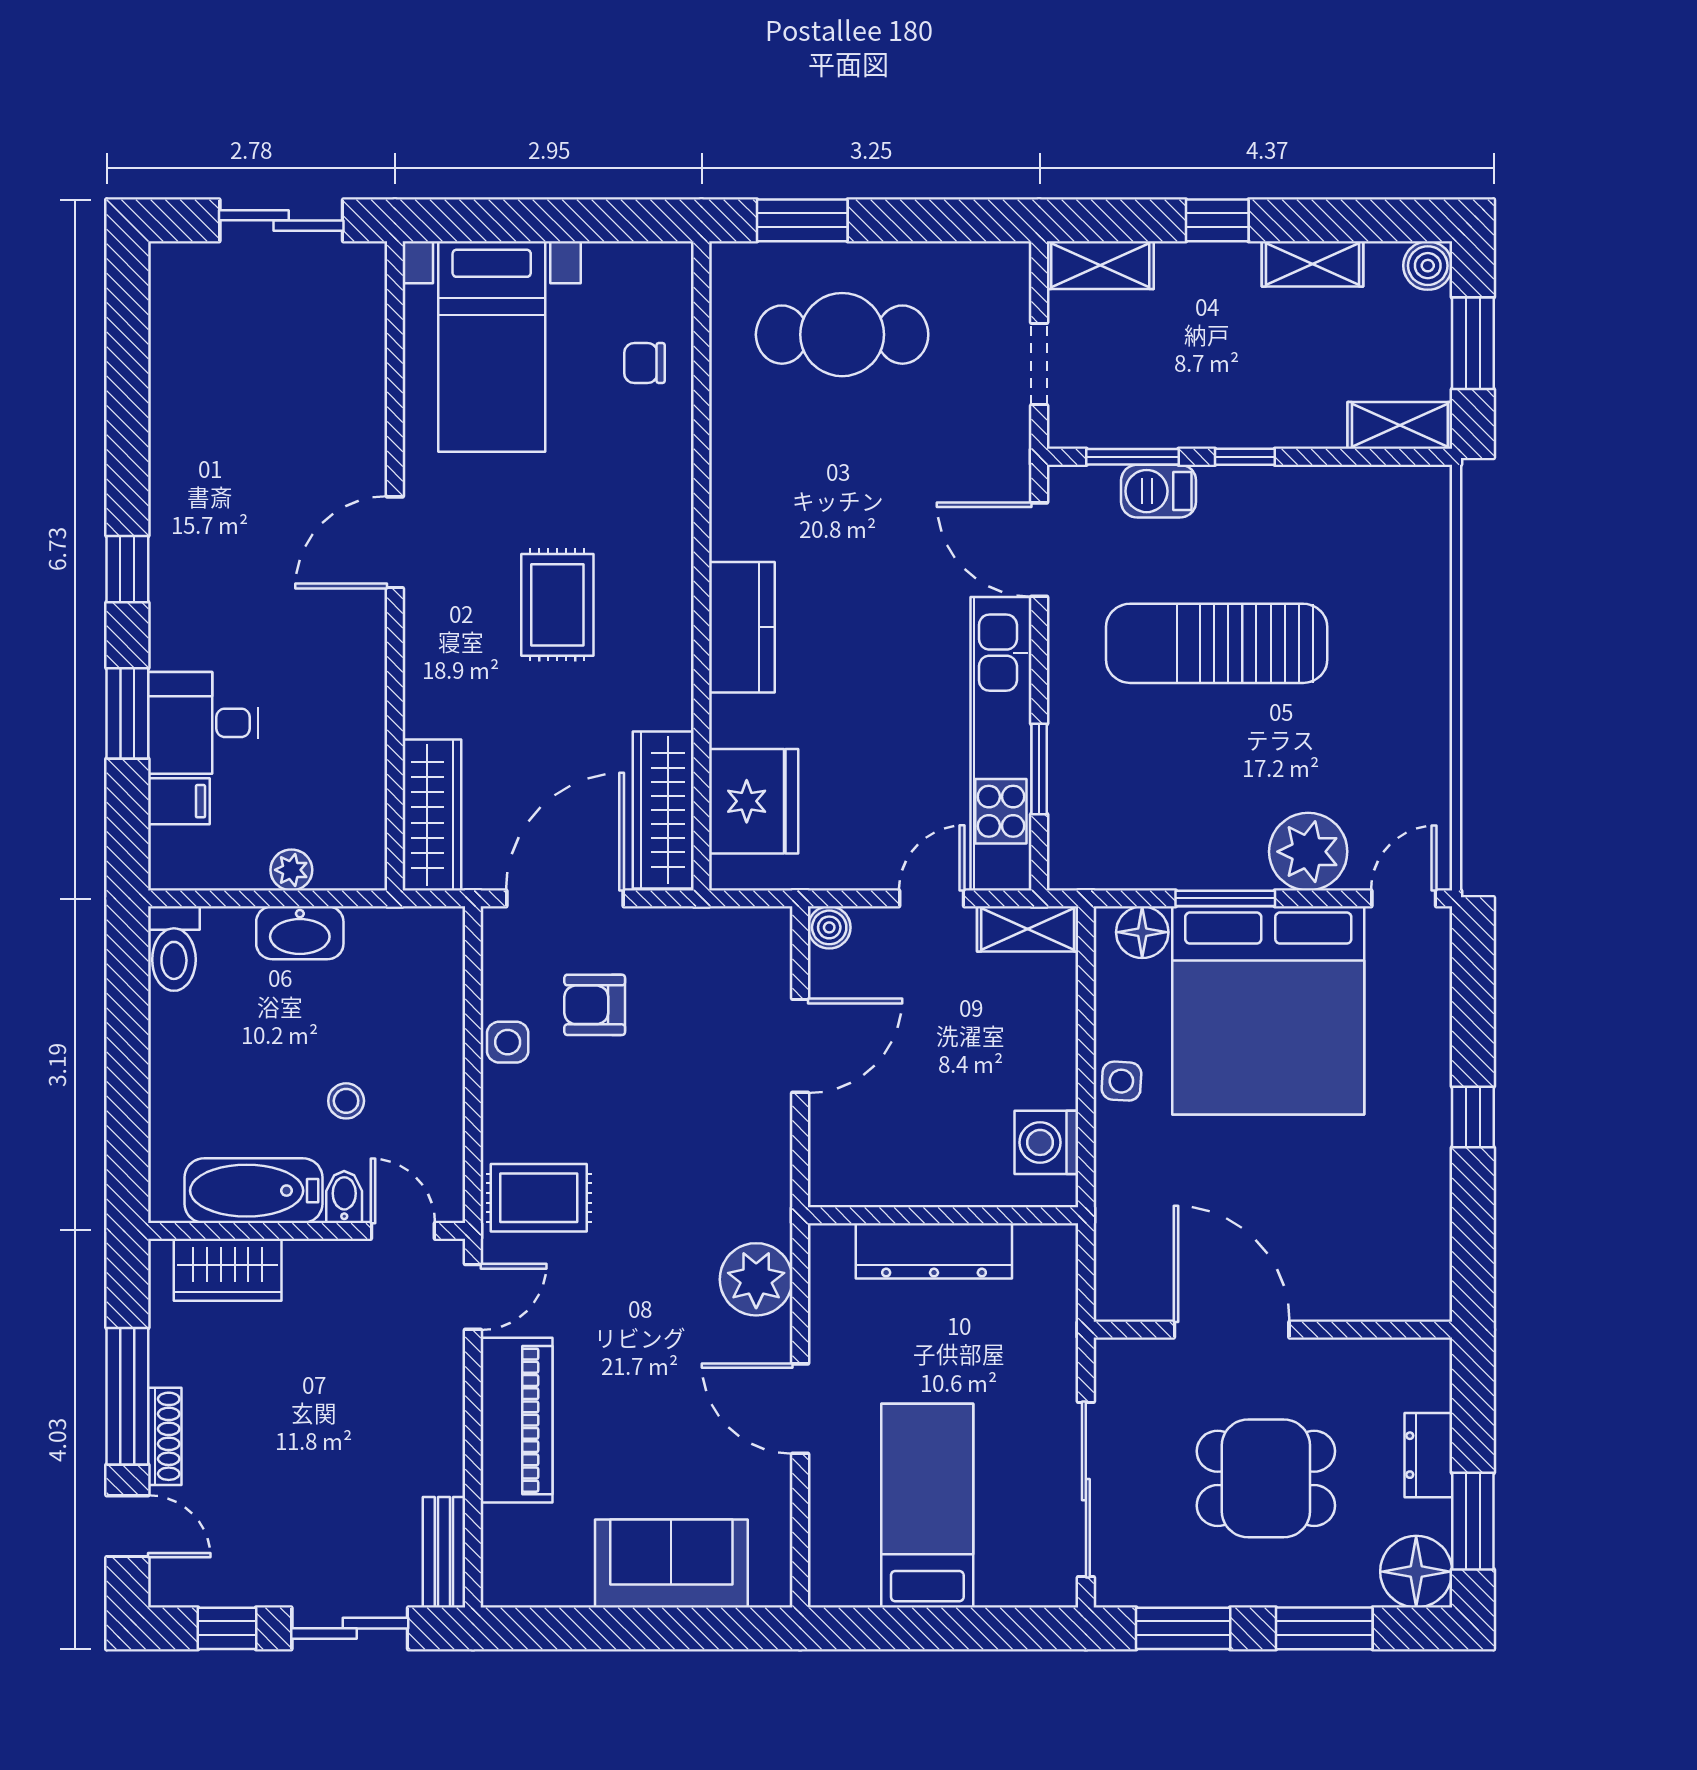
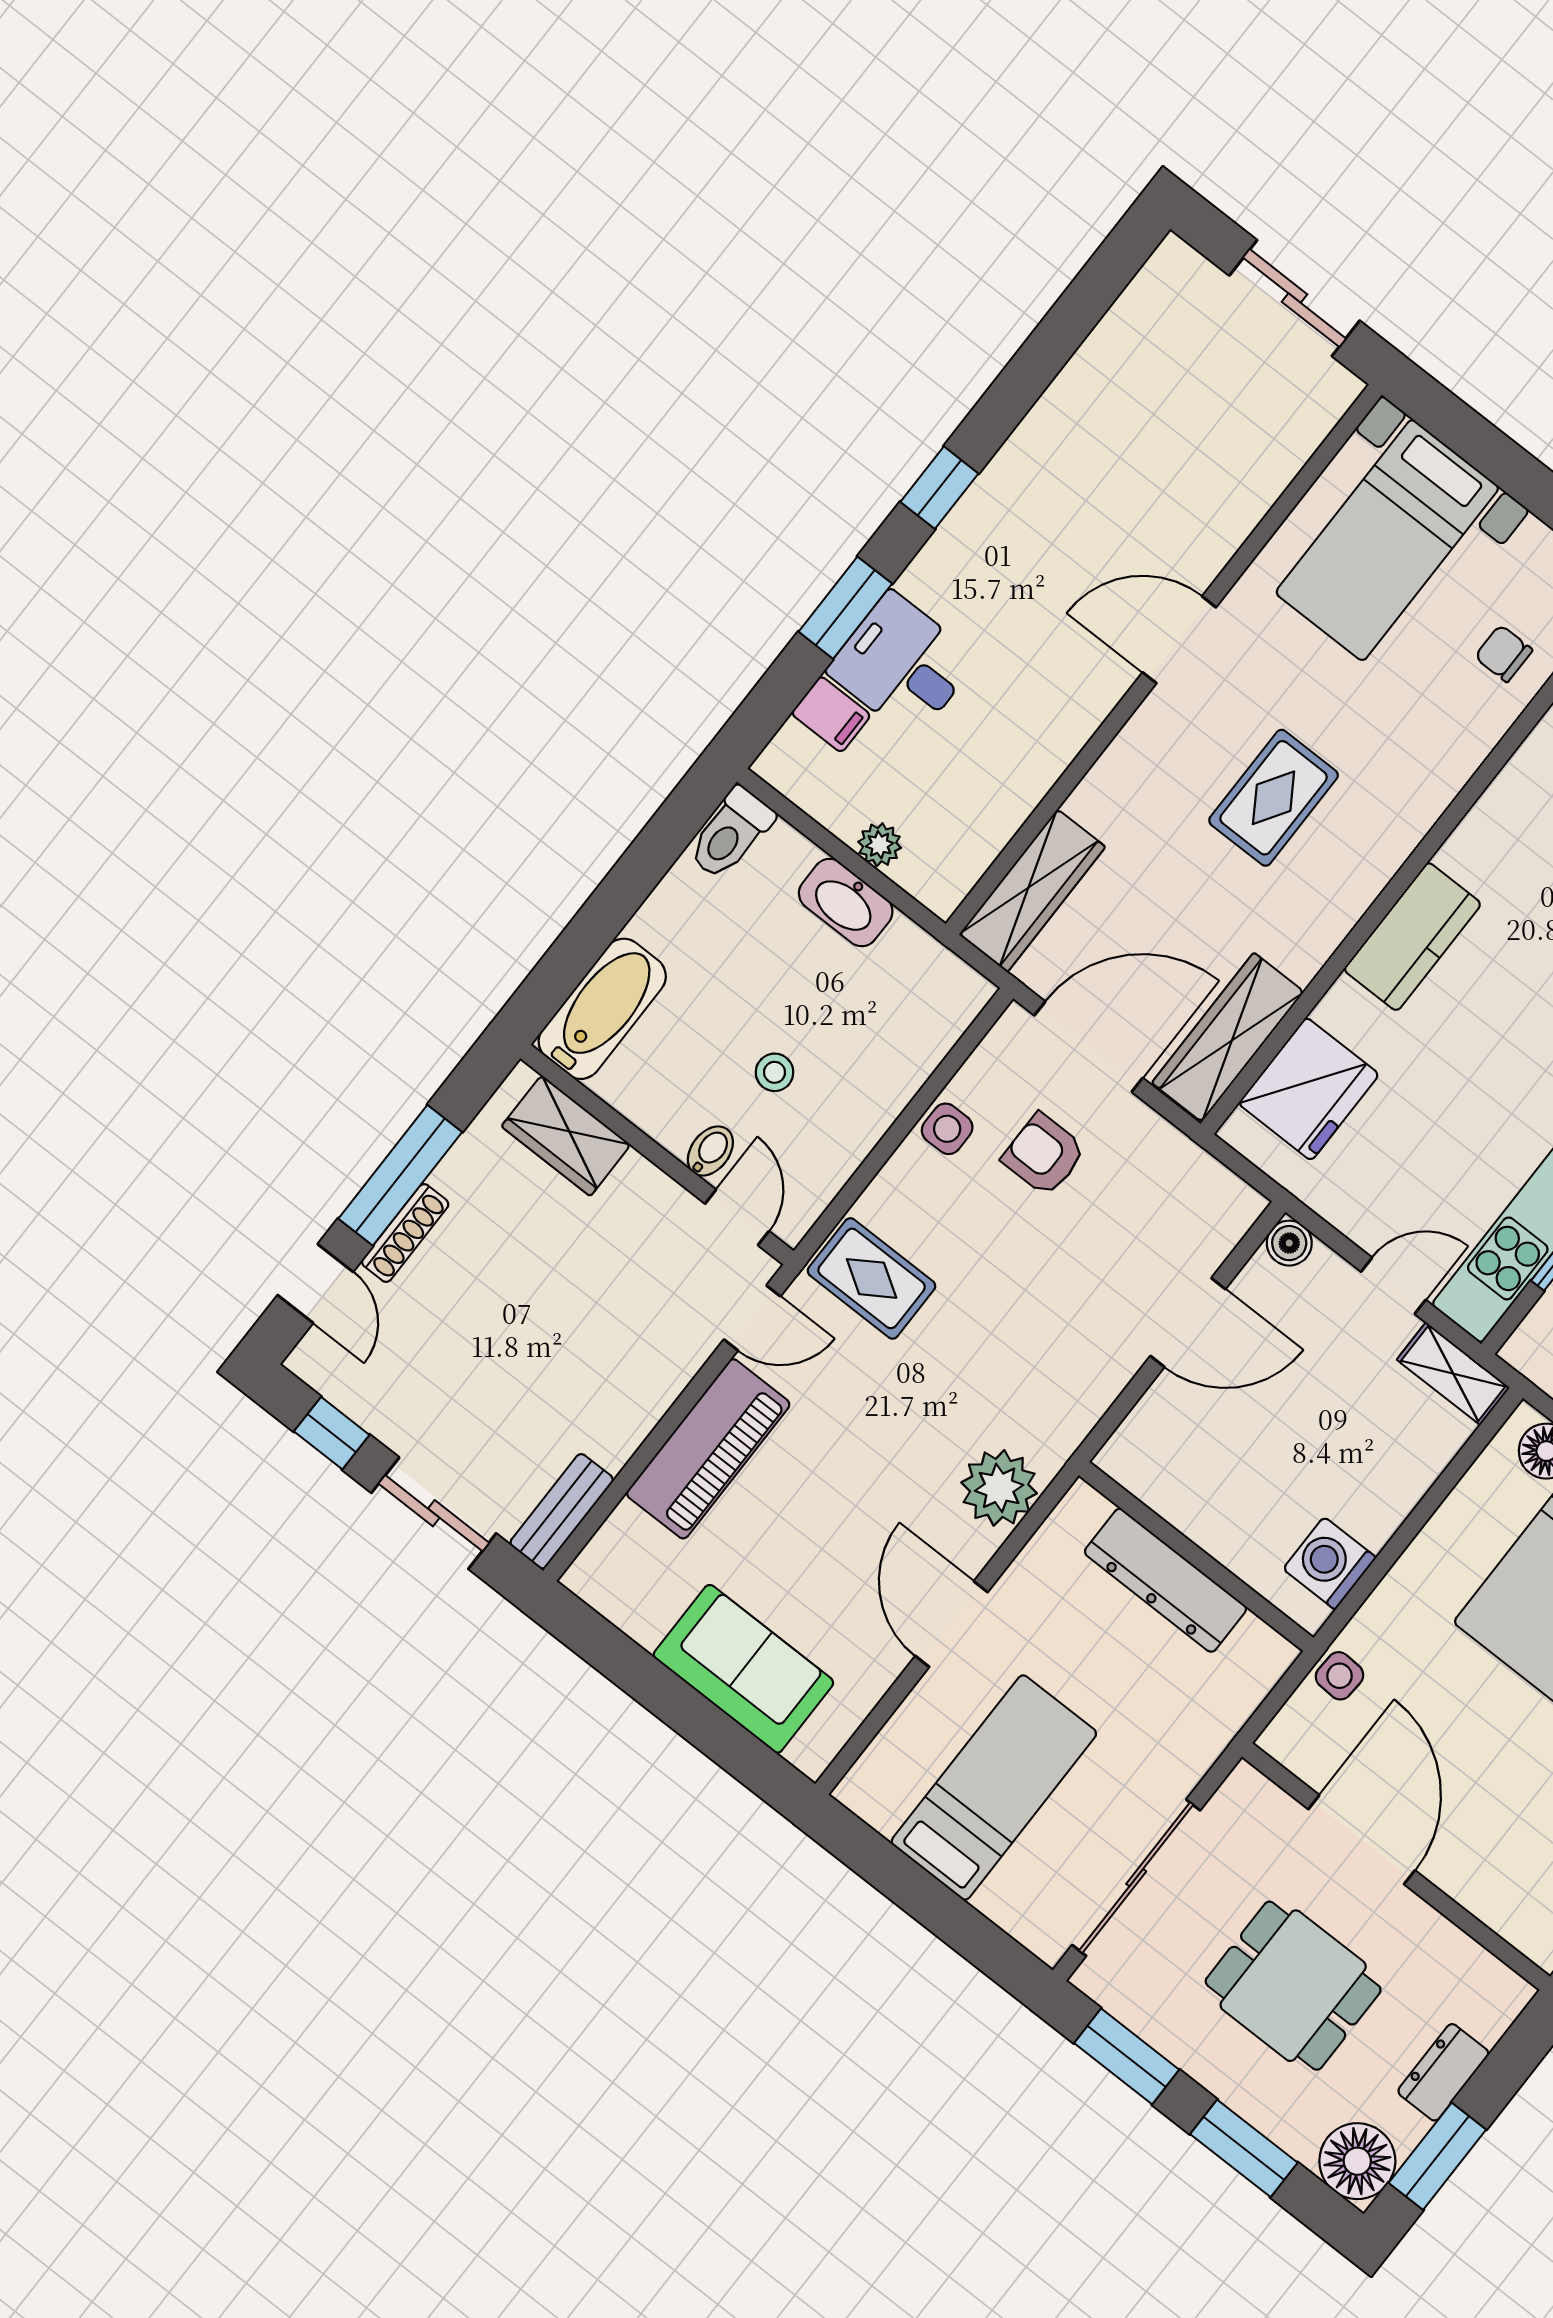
side table: (1121, 1081) -> (1339, 1676), moved
bathtub: (253, 1191) -> (602, 1009), moved, turned 90

